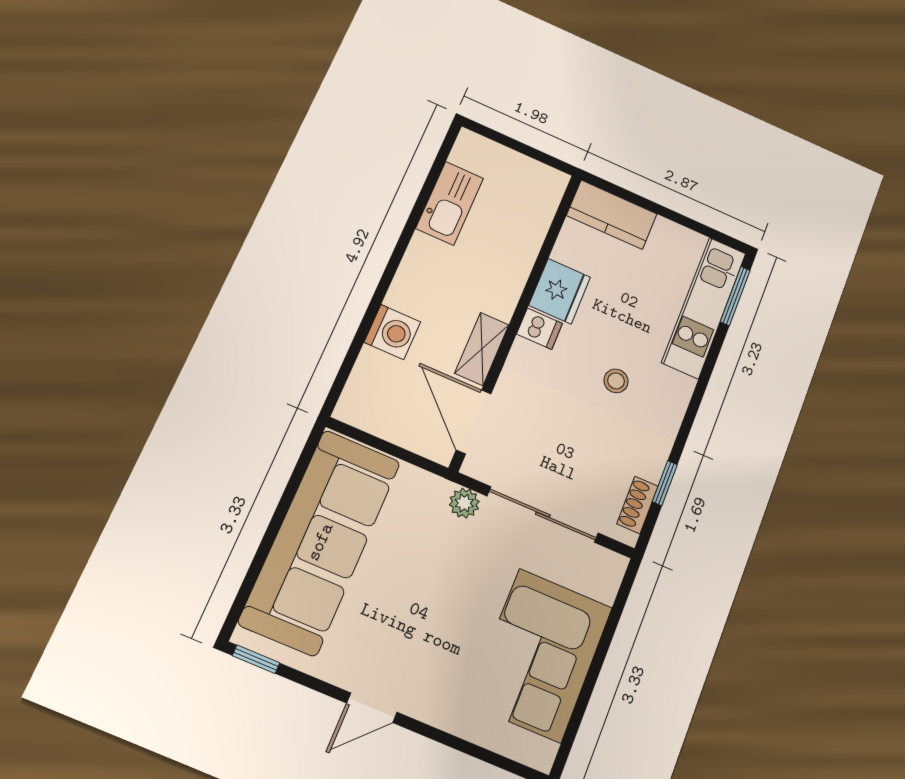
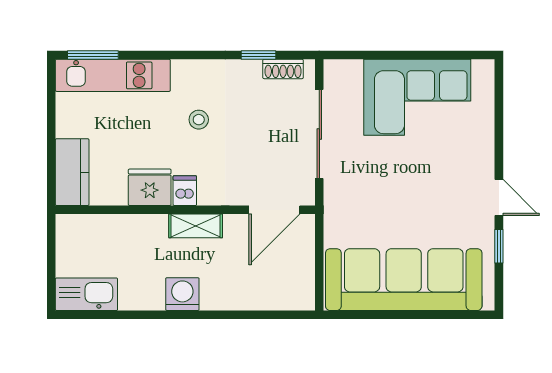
kitchen sink: (450, 203) -> (86, 294), moved
washing machine: (392, 332) -> (182, 294), moved
shelving: (482, 349) -> (196, 226), moved
plant: (464, 503) -> (335, 193), removed
window: (256, 659) -> (499, 246), moved

